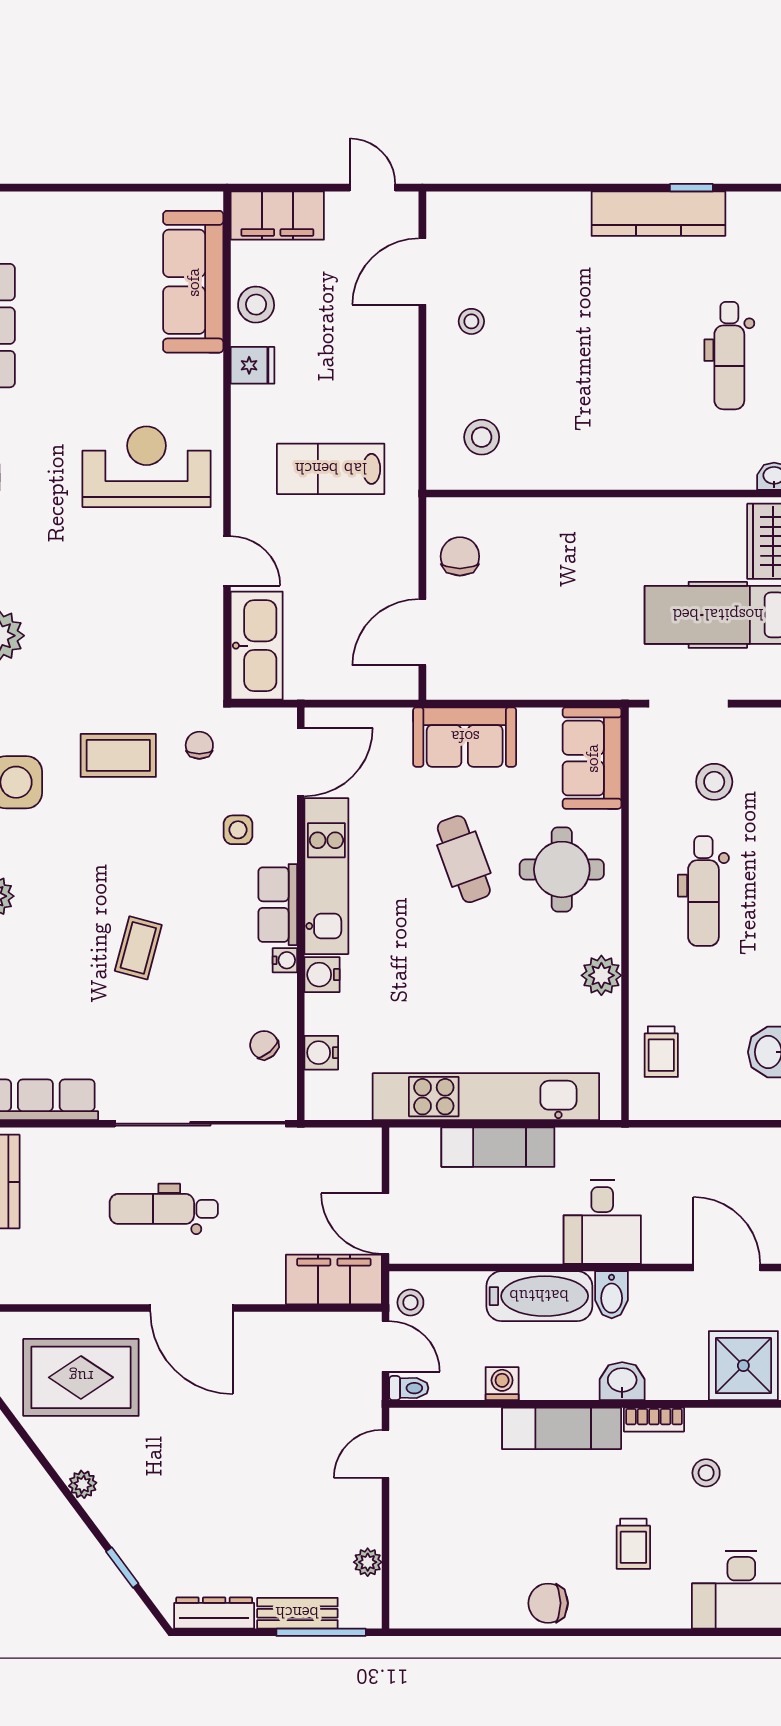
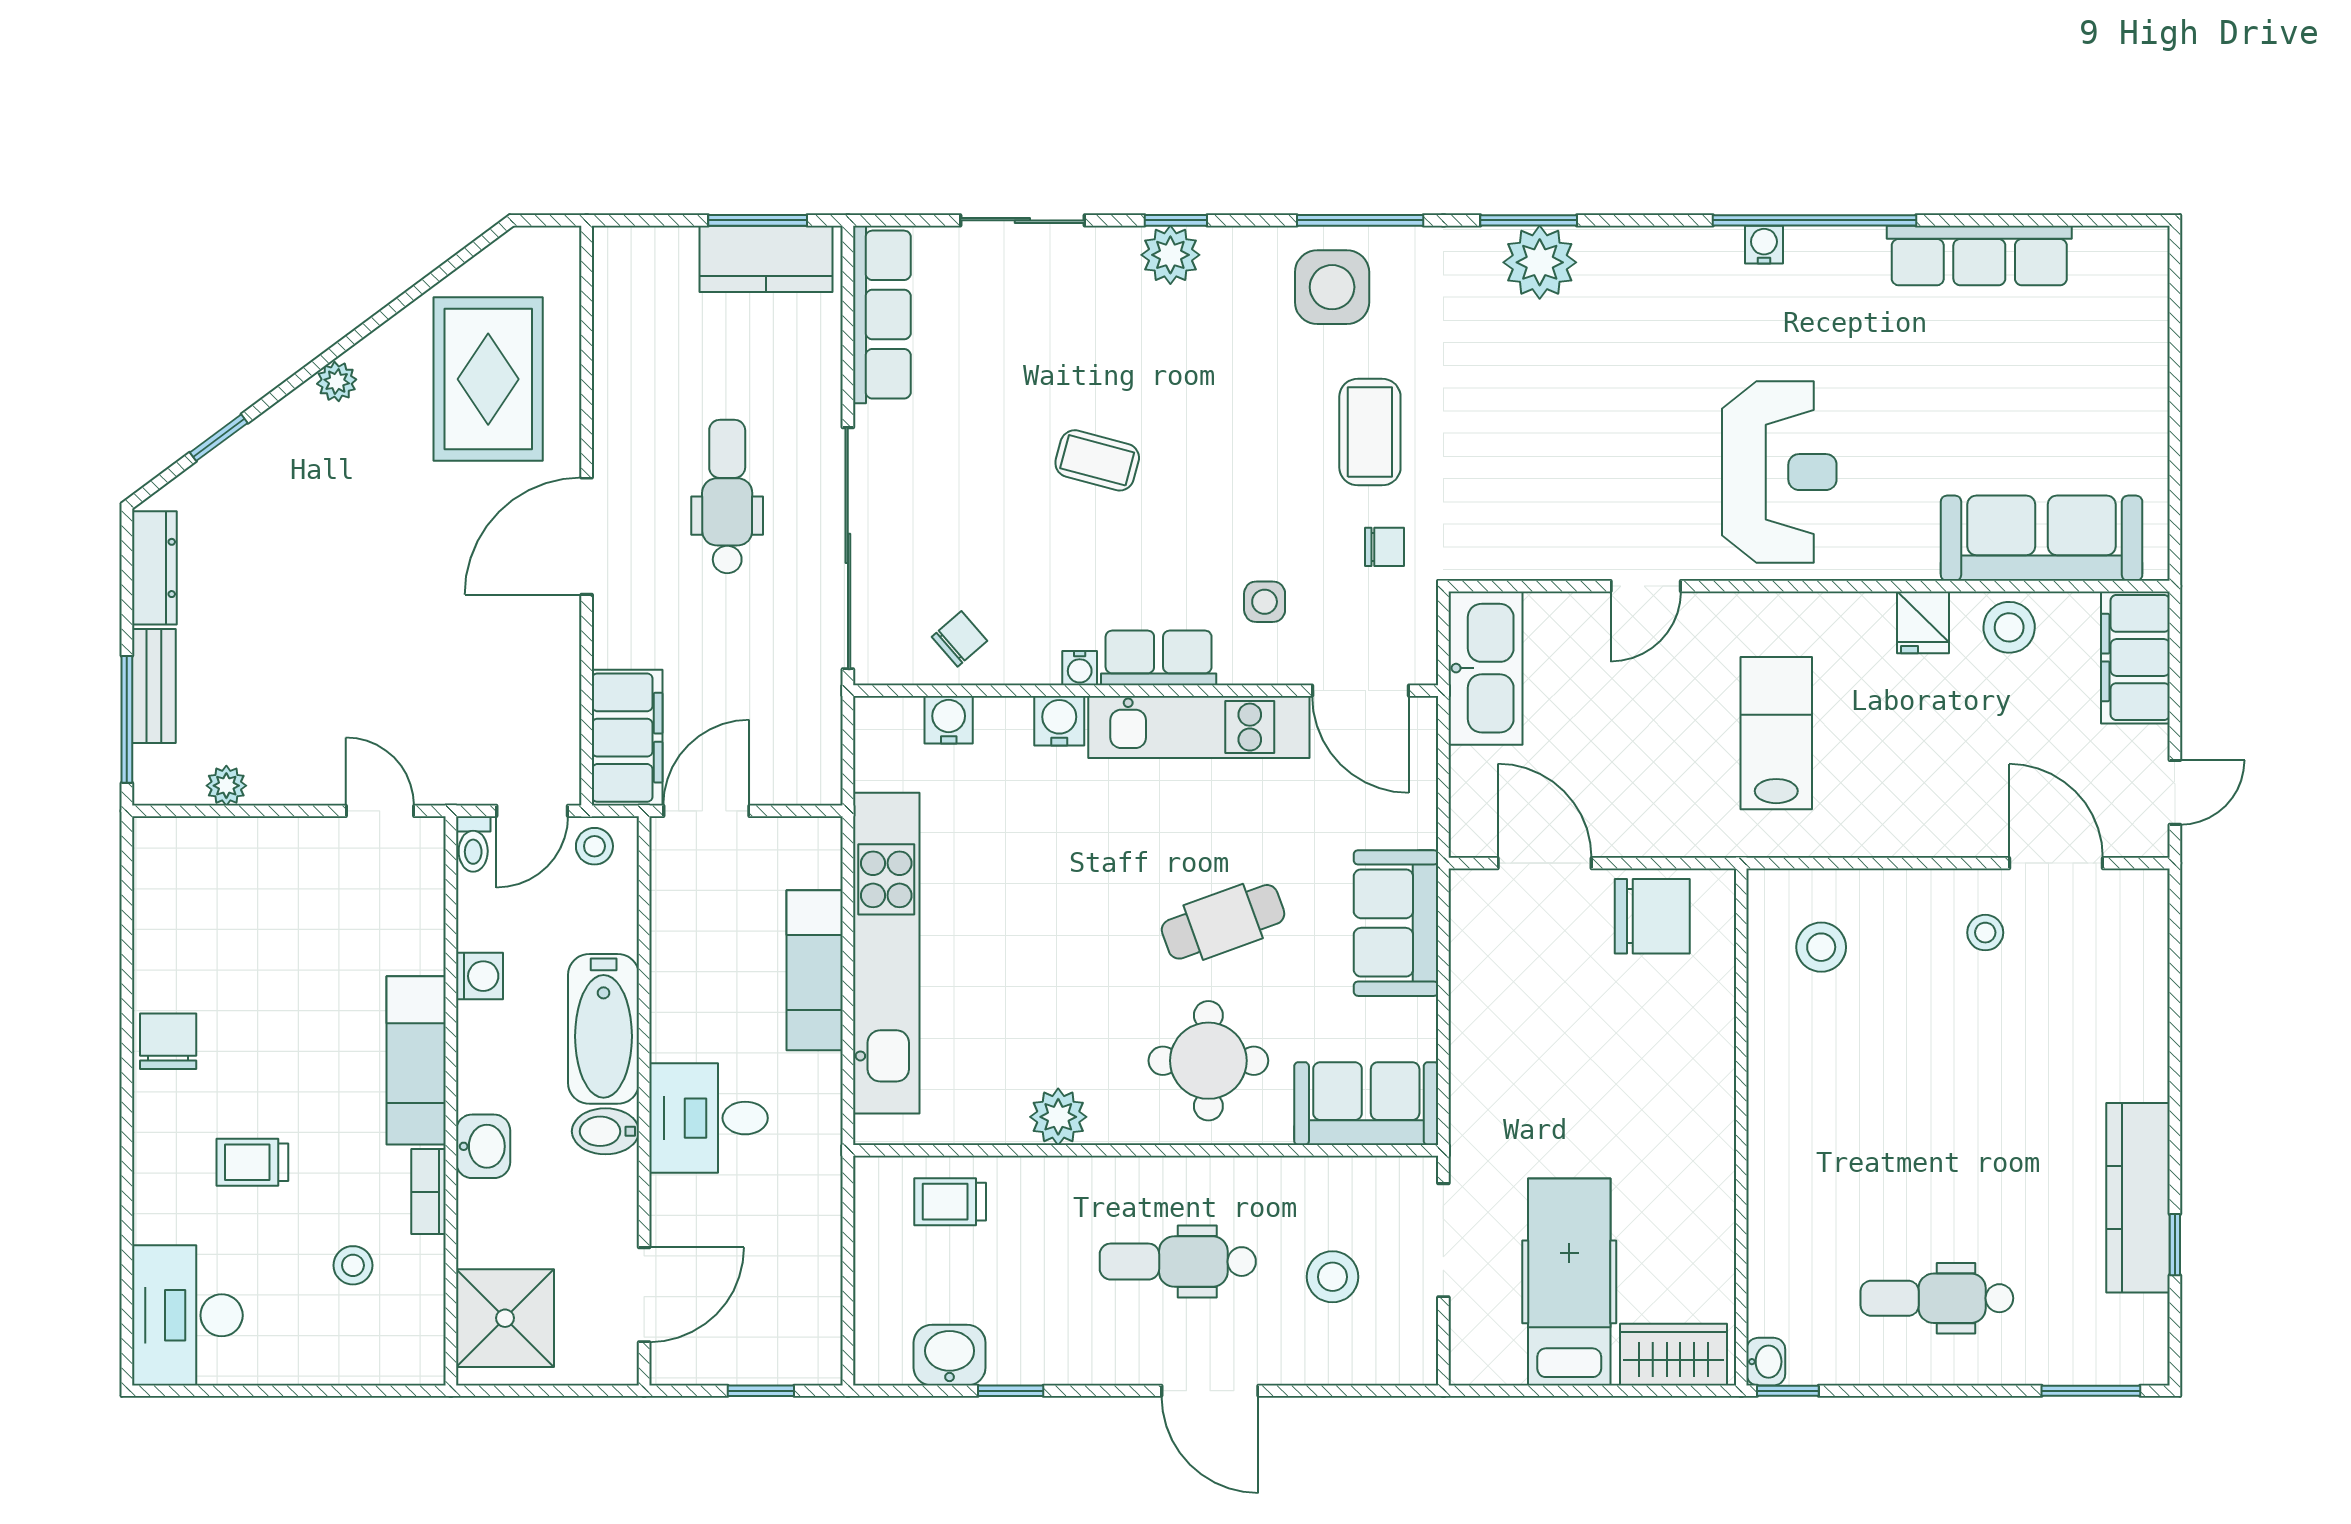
chair: (460, 556) -> (1652, 916), width x1.37, depth x1.37
kitchen sink: (257, 646) -> (1486, 668), moved, turned -90

